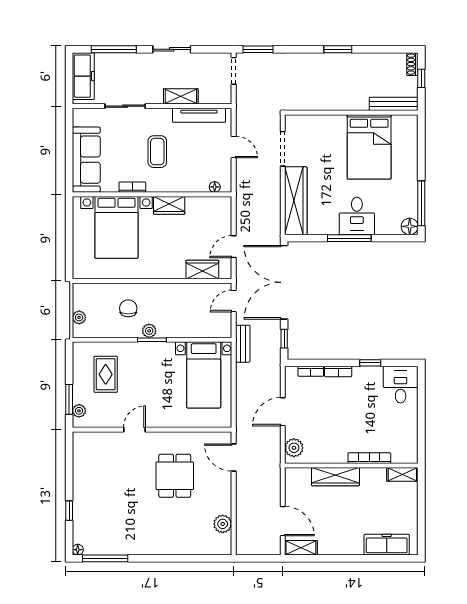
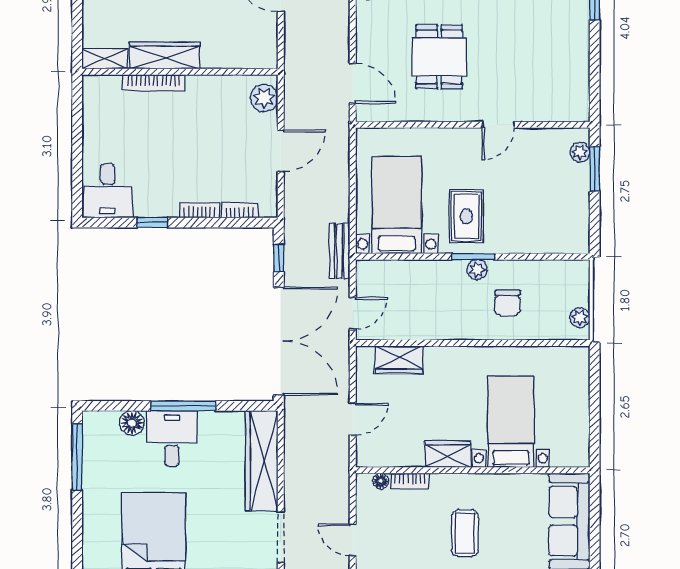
bookcase: (132, 187) -> (410, 481), moved
floor lamp: (410, 226) -> (132, 423), moved
bed with nightstands: (117, 227) -> (511, 422), width x0.73
door: (234, 247) -> (353, 419), moved
plant: (79, 317) -> (580, 318), moved
rug: (106, 374) -> (466, 216), moved
wardrobe: (335, 477) -> (165, 55), moved

